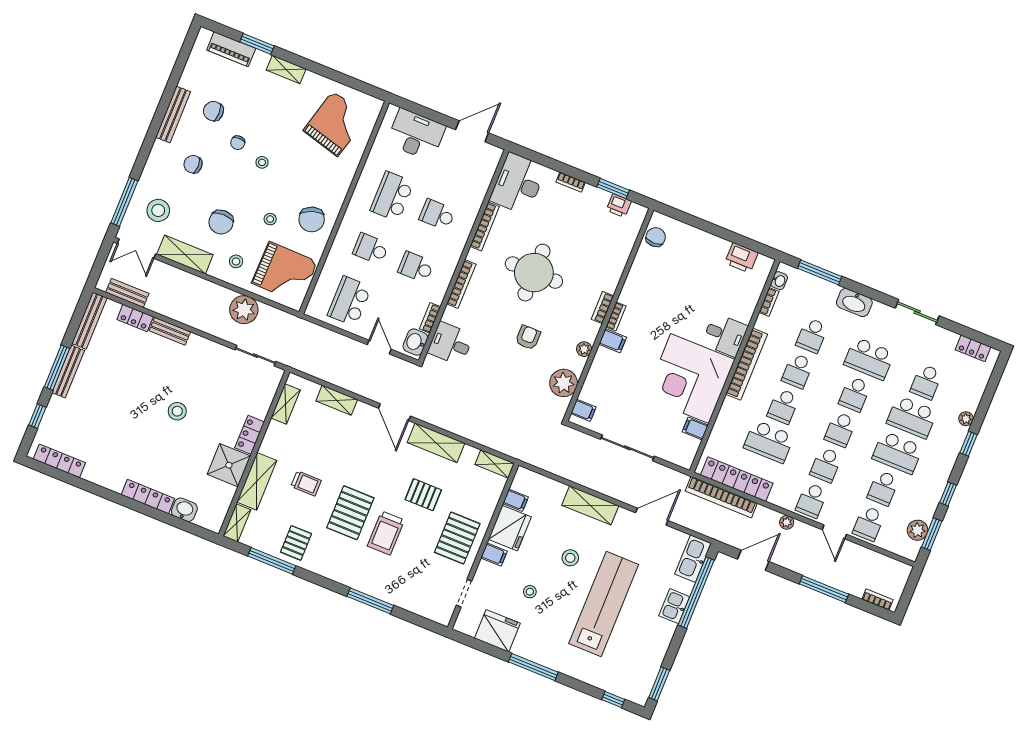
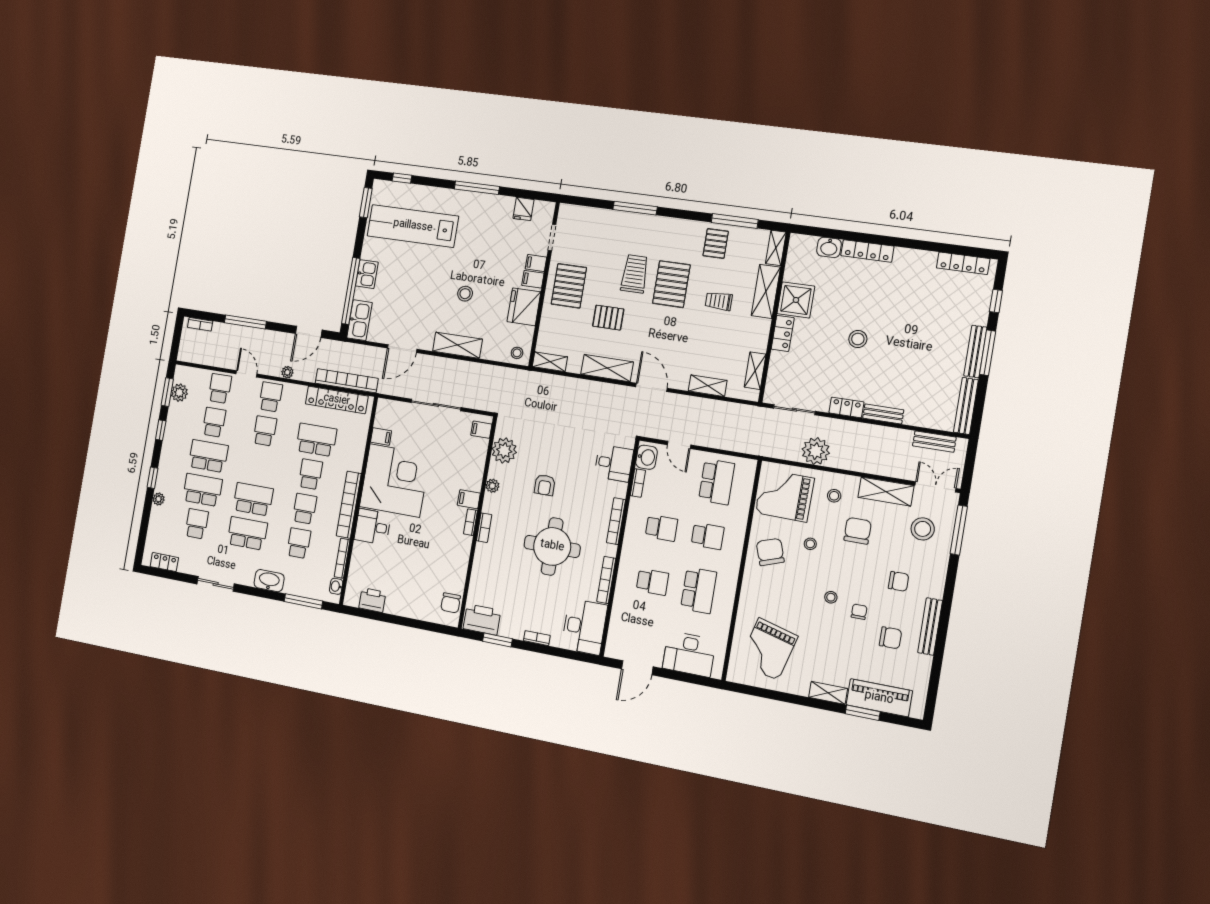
piano: (231, 49) -> (879, 698), width x1.37, depth x1.33
printer: (619, 206) -> (482, 619), width x1.87, depth x1.48
bookcase: (769, 302) -> (342, 558), width x1.56
locker: (135, 318) -> (846, 407), moved
school desk: (855, 394) -> (253, 499), width x1.85
school desk: (840, 429) -> (259, 465), removed
filing cabinet: (516, 500) -> (536, 263), moved
stool: (530, 592) -> (517, 353), moved
lab bench: (604, 604) -> (413, 226), moved, turned 90
fridge: (497, 631) -> (523, 209), width x0.53, depth x0.75

